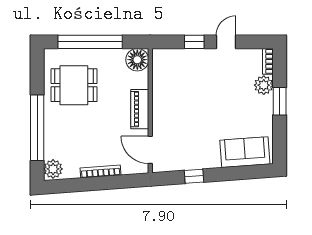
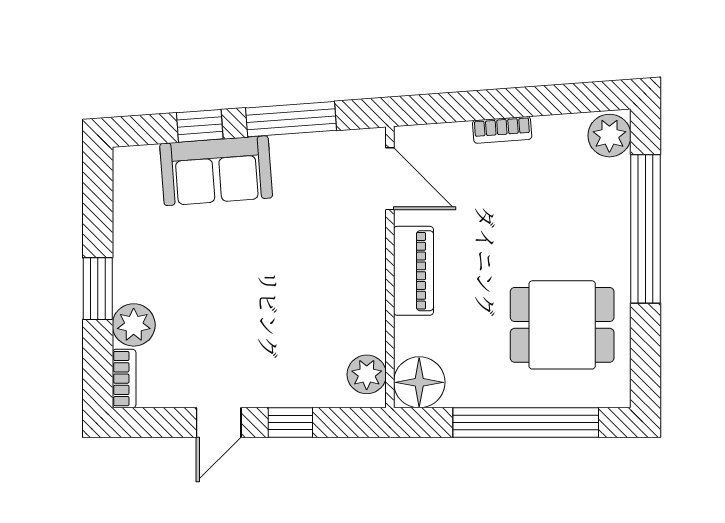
plant: (160, 63) -> (367, 374), added
sofa: (245, 152) -> (216, 171), moved
bookcase: (101, 171) -> (502, 130), width x0.64
window: (234, 173) -> (200, 126), added
window: (194, 176) -> (291, 119), width x2.17

